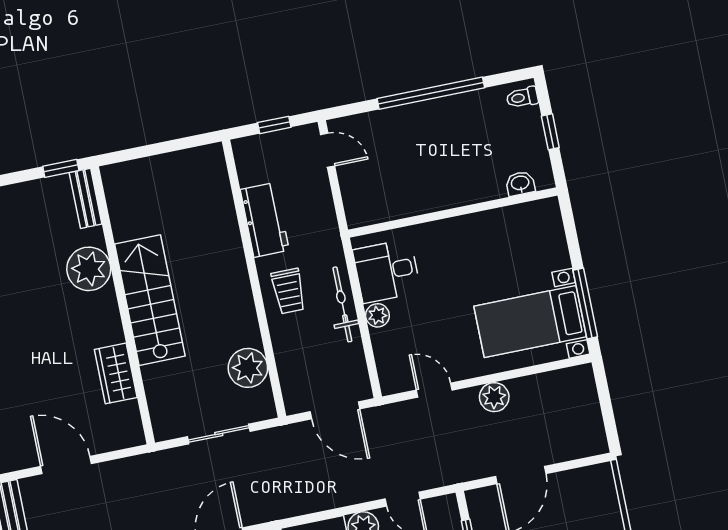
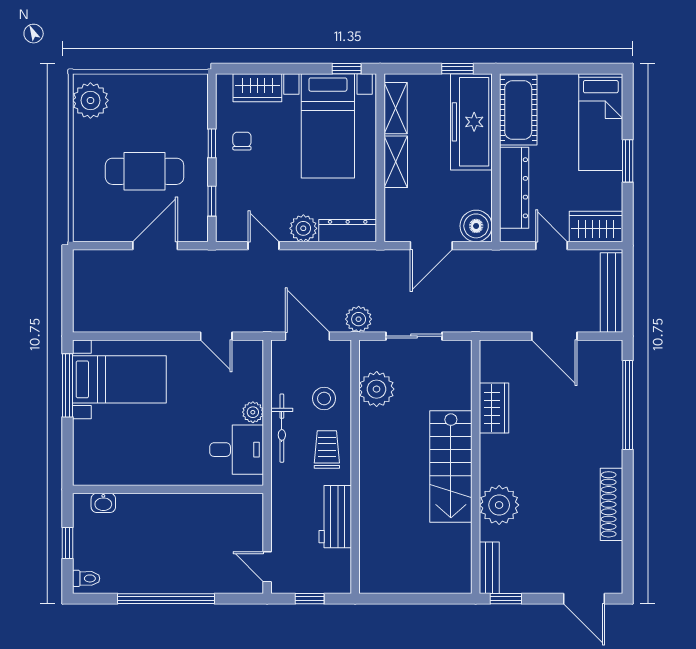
stool: (303, 346) -> (324, 398), added
plant: (494, 397) -> (359, 319), moved

